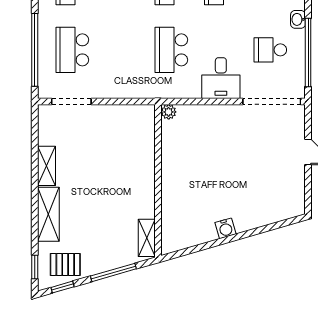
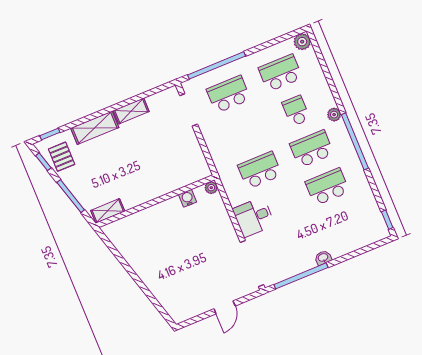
school desk: (270, 50) -> (291, 246), removed
water cooler: (225, 228) -> (188, 198), moved, turned 106

